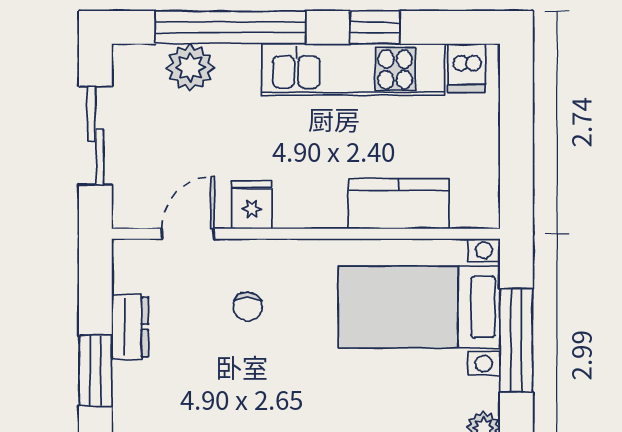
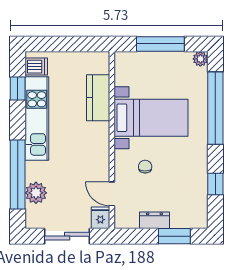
window: (375, 27) -> (18, 88), moved
fridge: (252, 205) -> (100, 218), moved, turned 90
chair: (248, 307) -> (145, 167), turned -90
bed with nightstands: (419, 307) -> (151, 118), moved, turned -90

